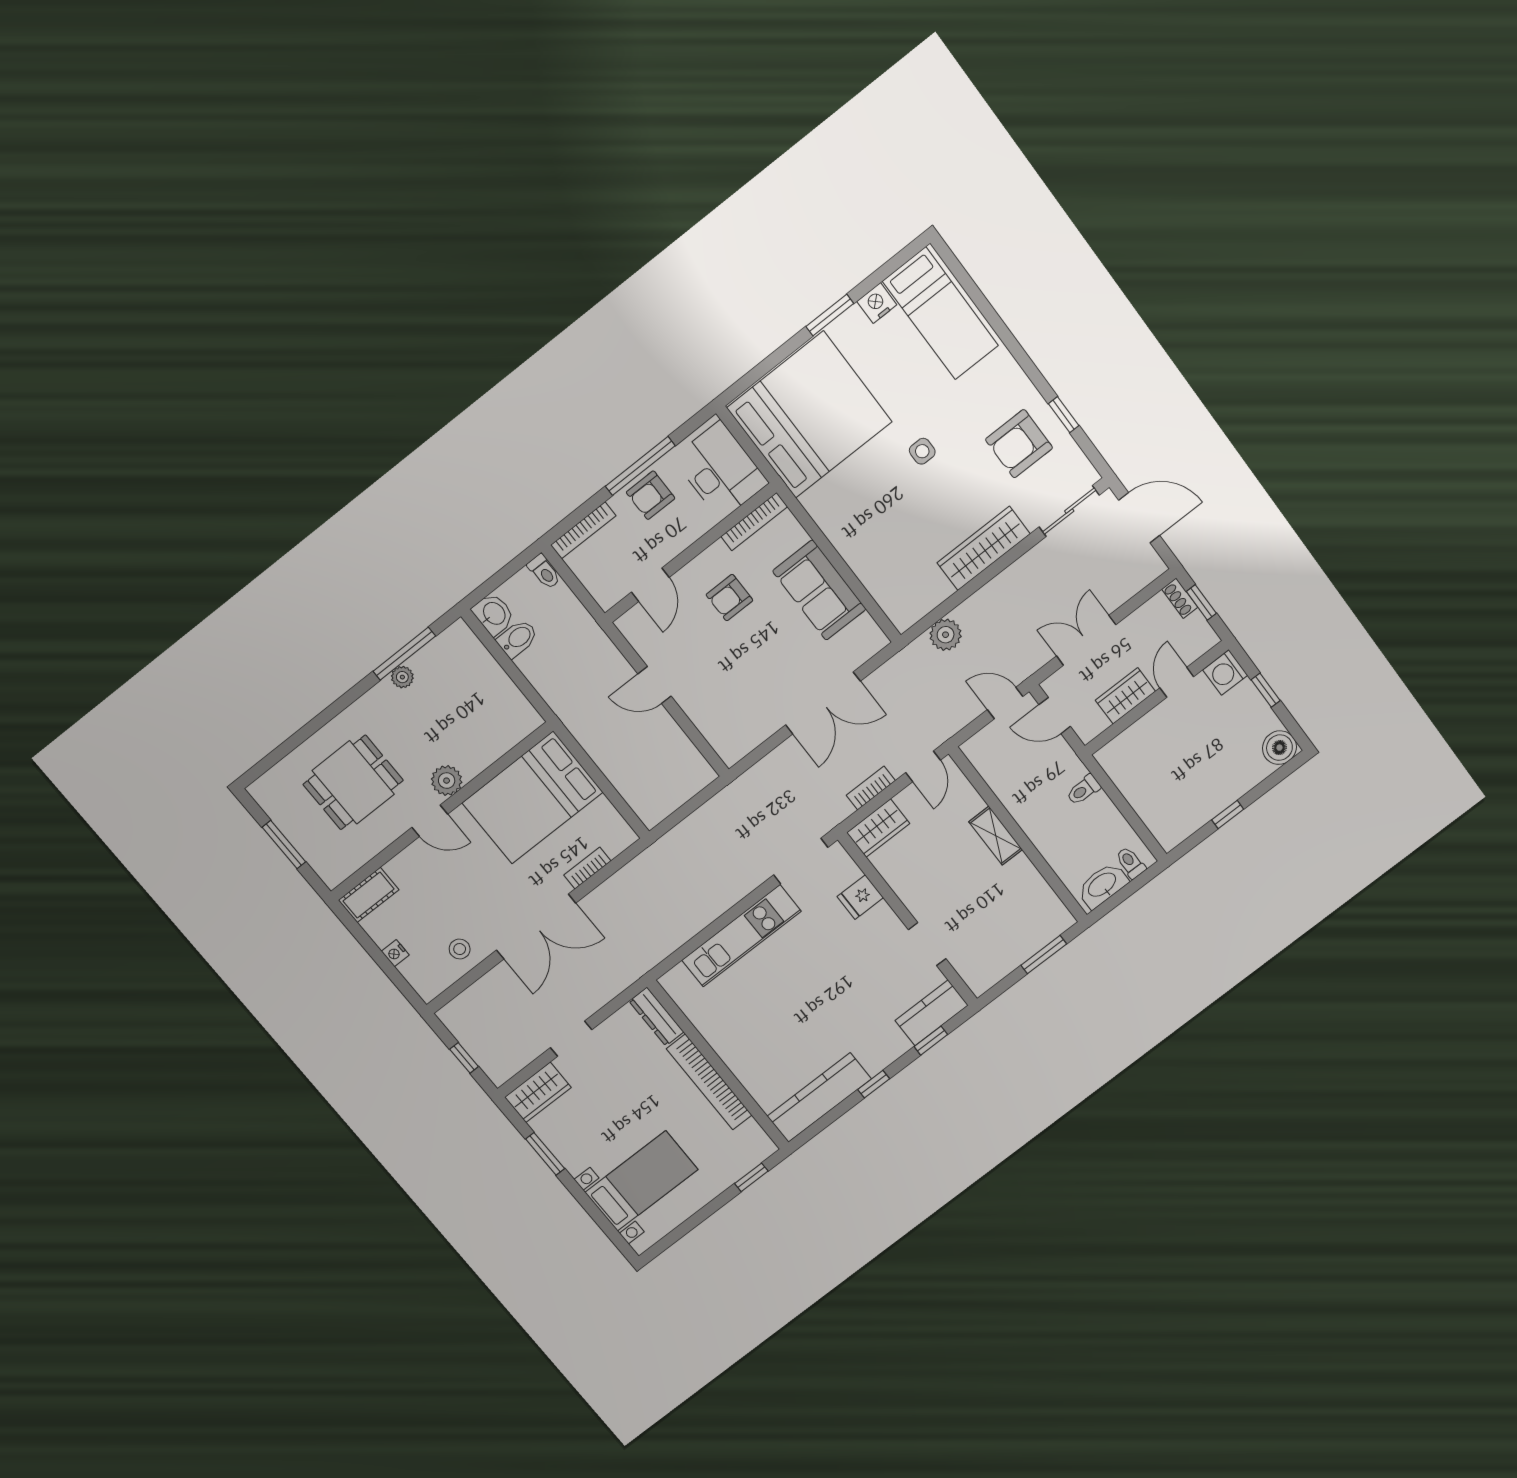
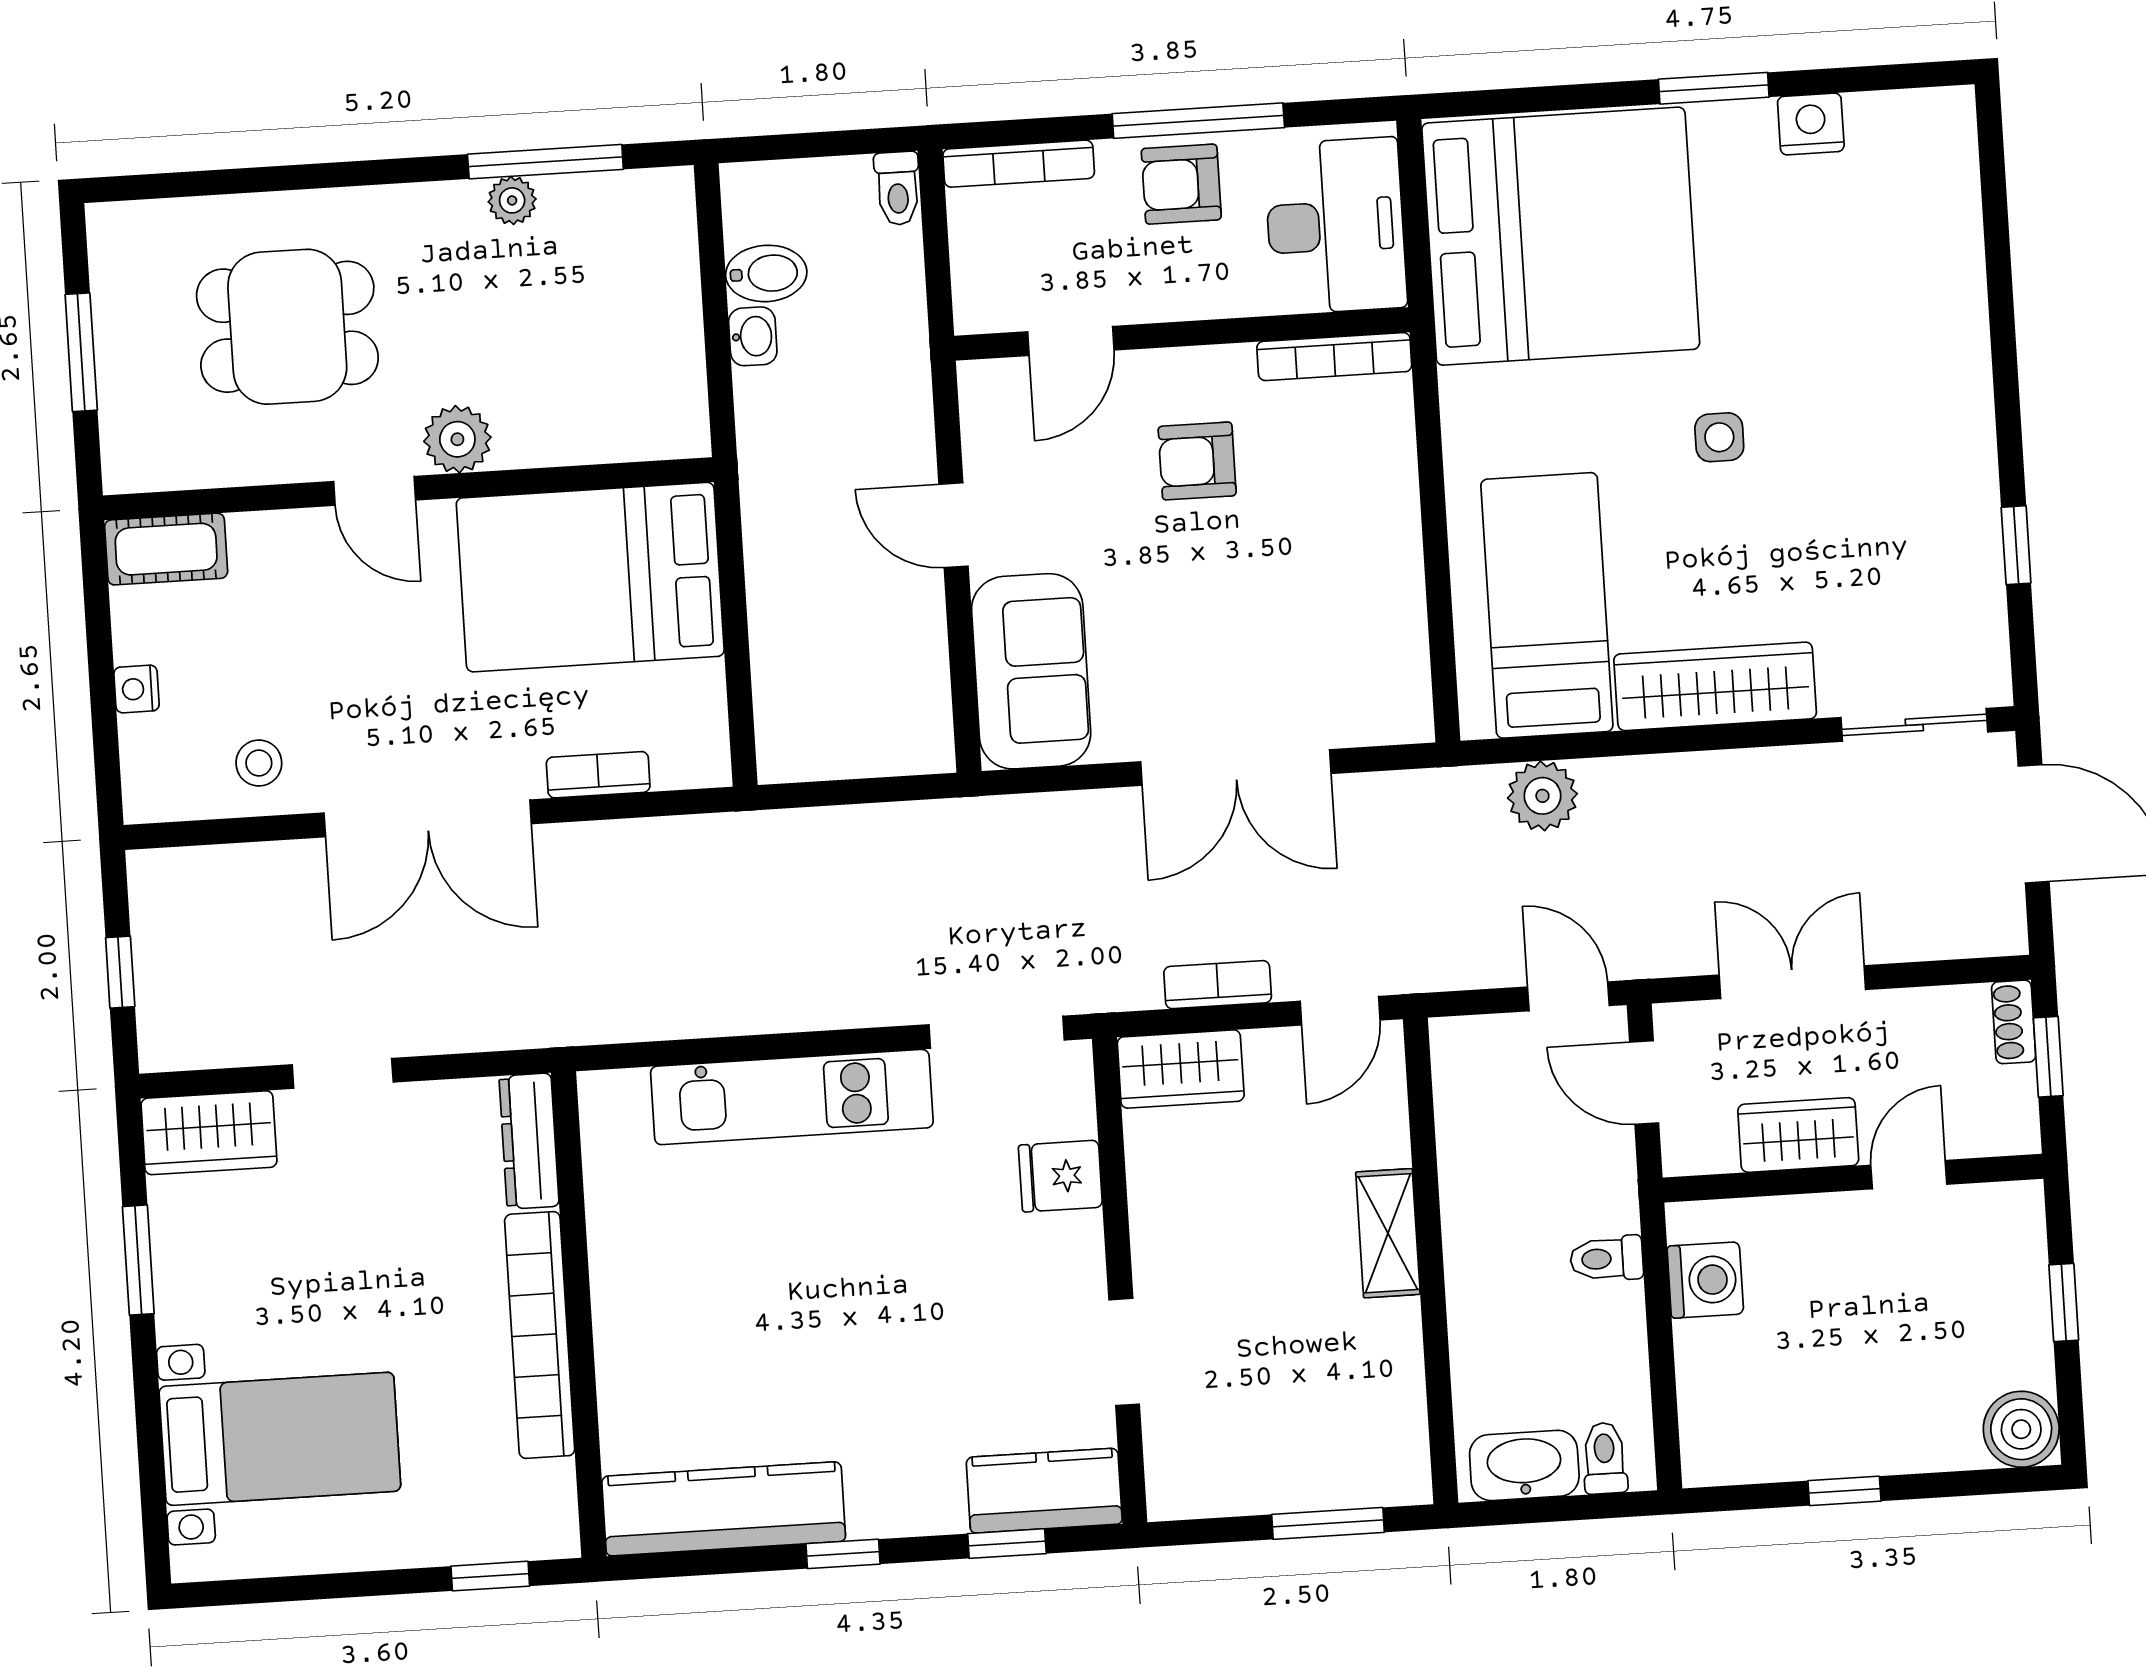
bed: (941, 313) -> (1547, 605), moved, turned 180
armchair: (1019, 444) -> (1902, 542), removed
sofa: (819, 590) -> (1031, 671), moved, turned 180
washbasin: (494, 614) -> (753, 336), moved, width x0.72, depth x0.69
washing machine: (1225, 673) -> (1705, 1280), moved, turned 180

